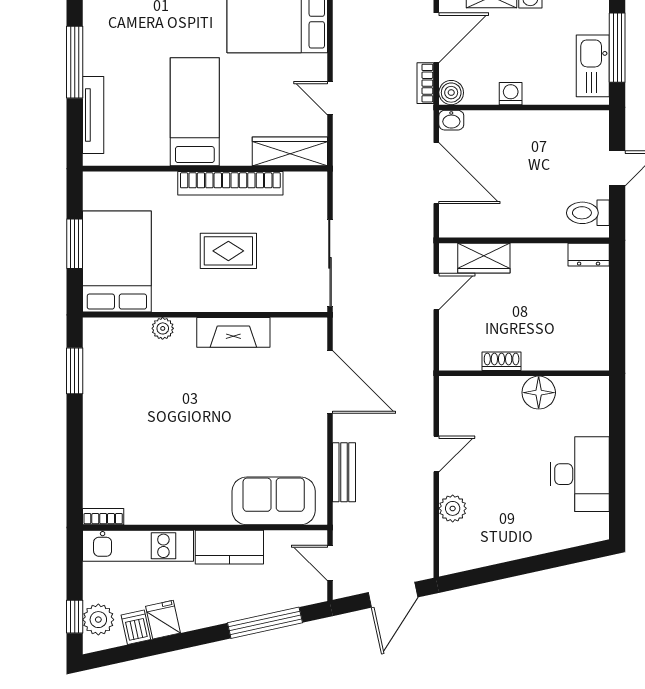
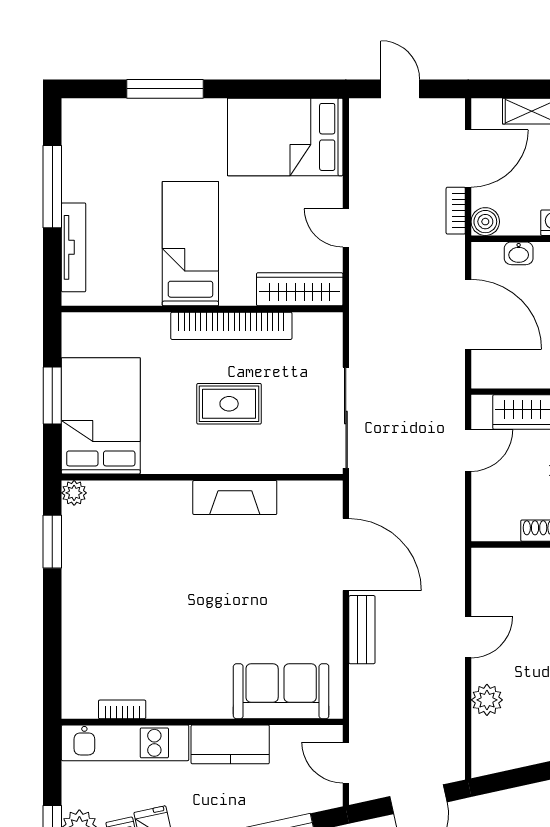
washbasin: (451, 120) -> (519, 253), moved
plant: (163, 328) -> (74, 493), moved
bench: (344, 472) -> (362, 630), moved
bookcase: (103, 517) -> (122, 709), moved

